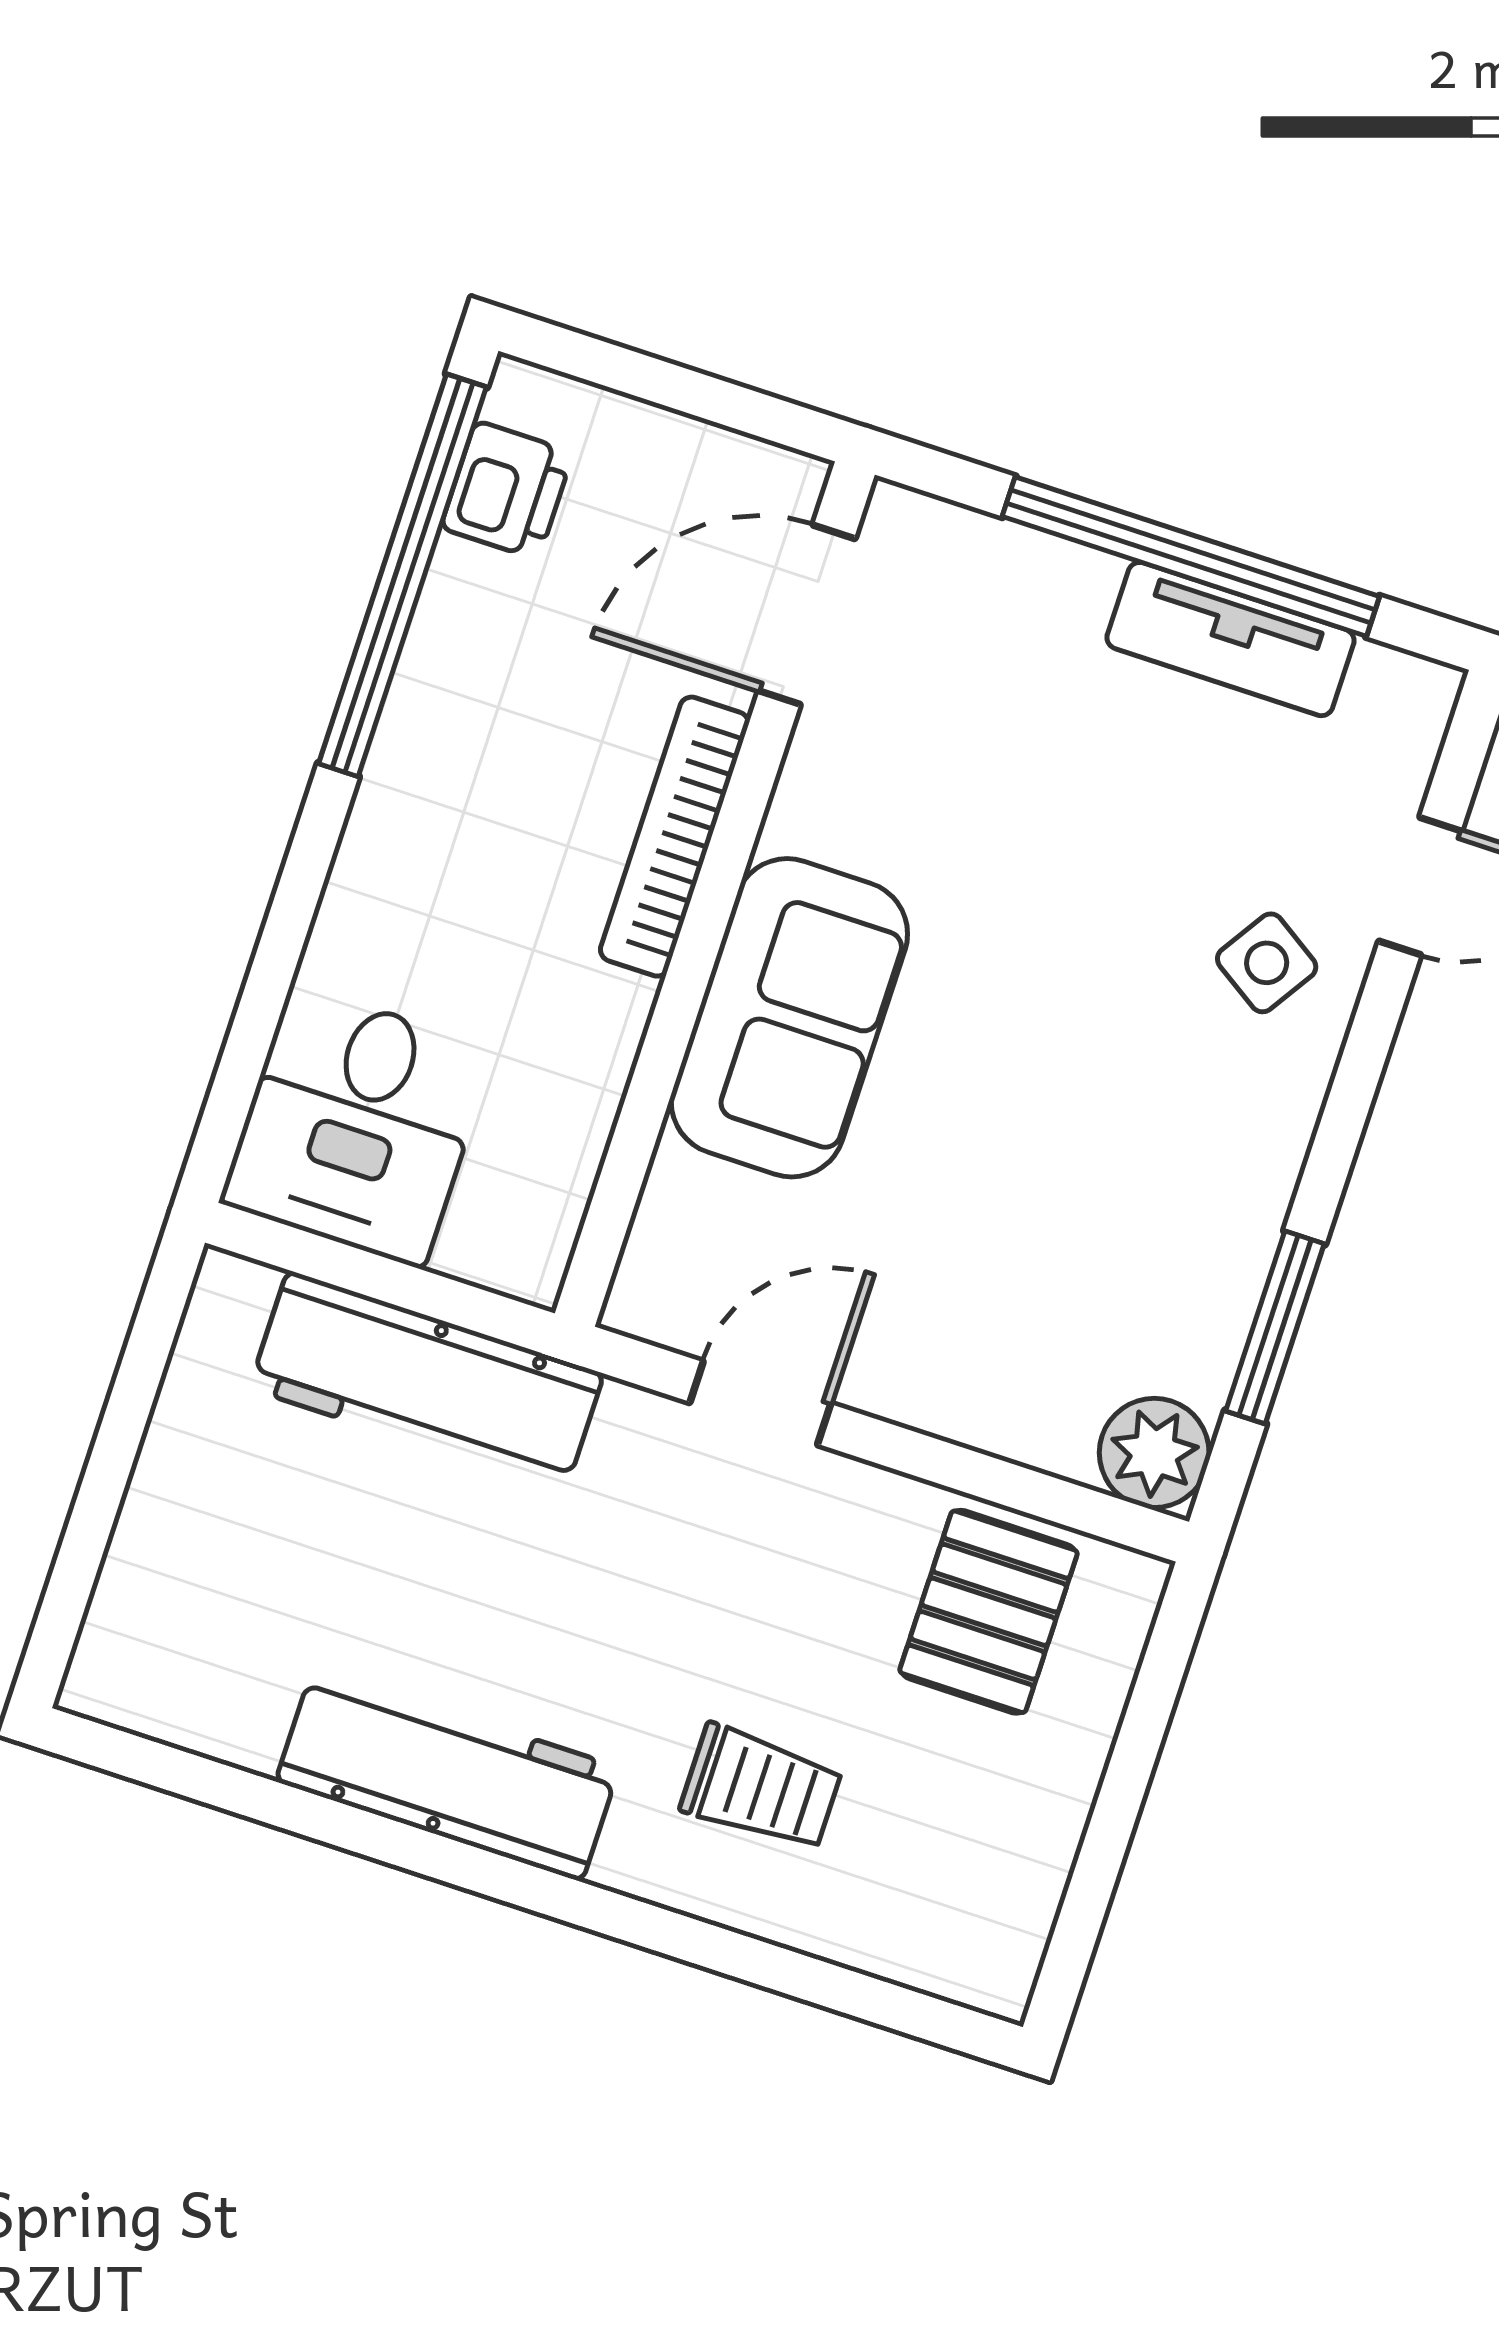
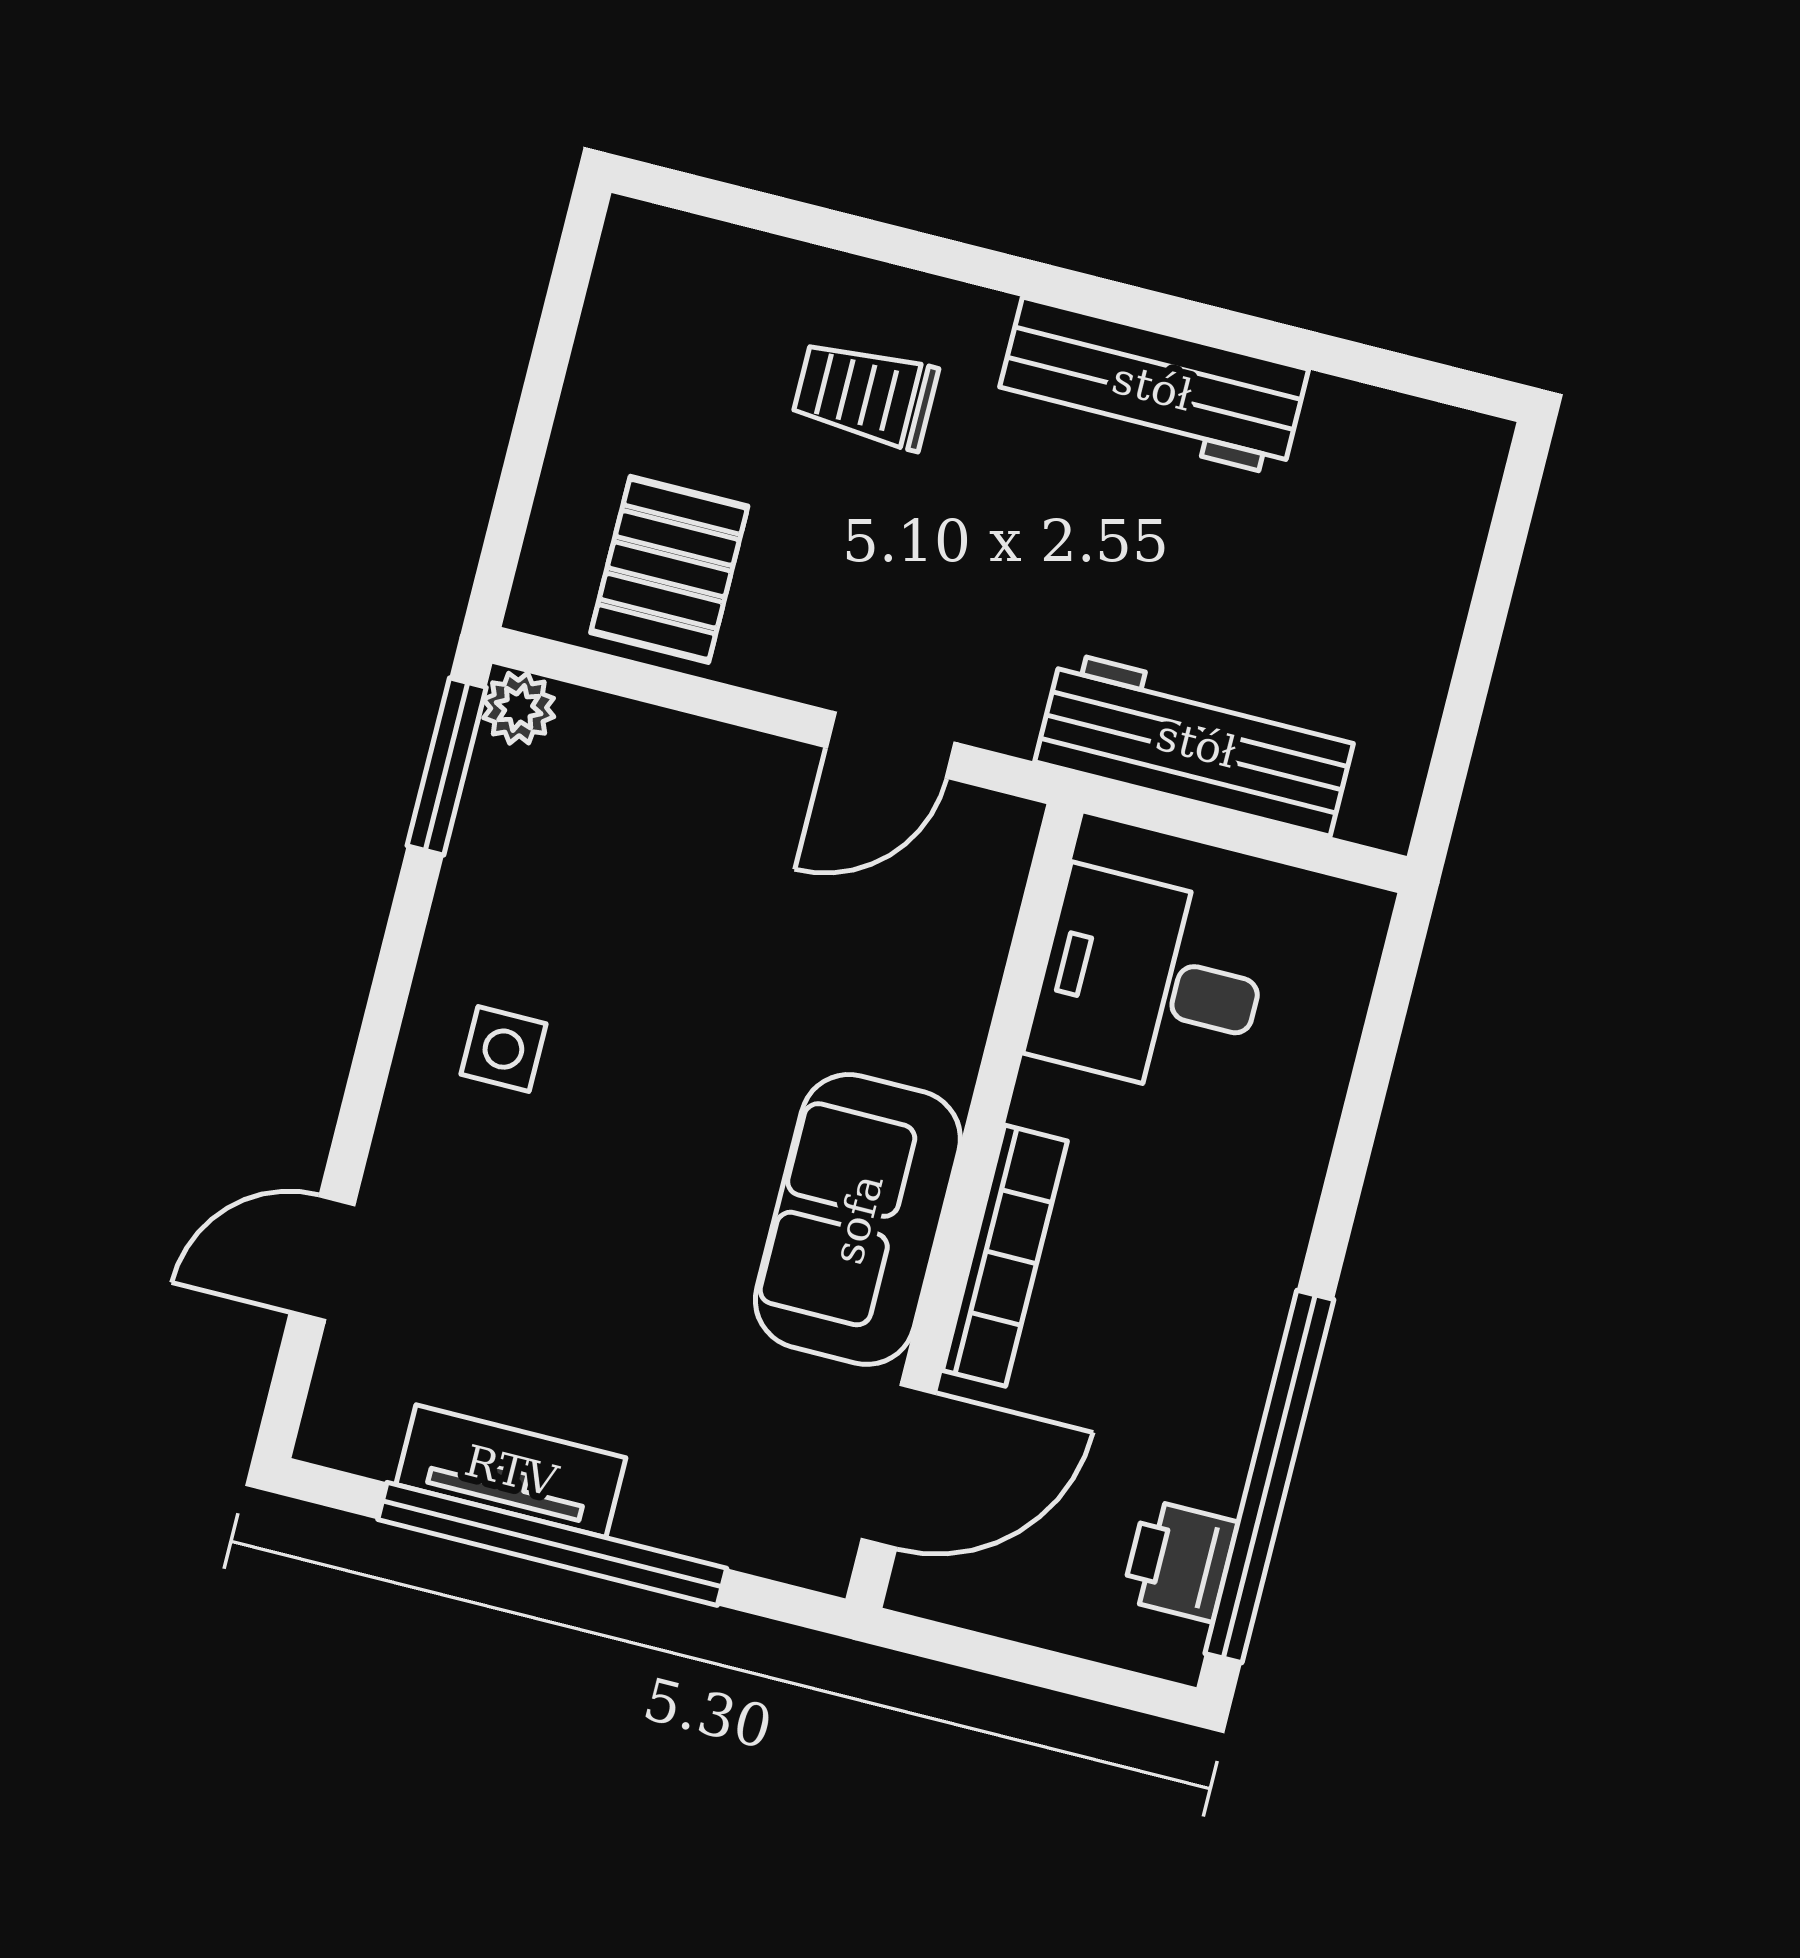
side table: (1267, 963) -> (503, 1049), moved, turned -33
sofa: (789, 1018) -> (858, 1219), moved
desk: (357, 1126) -> (1150, 983), moved, turned -90
window: (1275, 1327) -> (447, 766), moved
plant: (1154, 1453) -> (519, 708), width x0.73, depth x0.73

